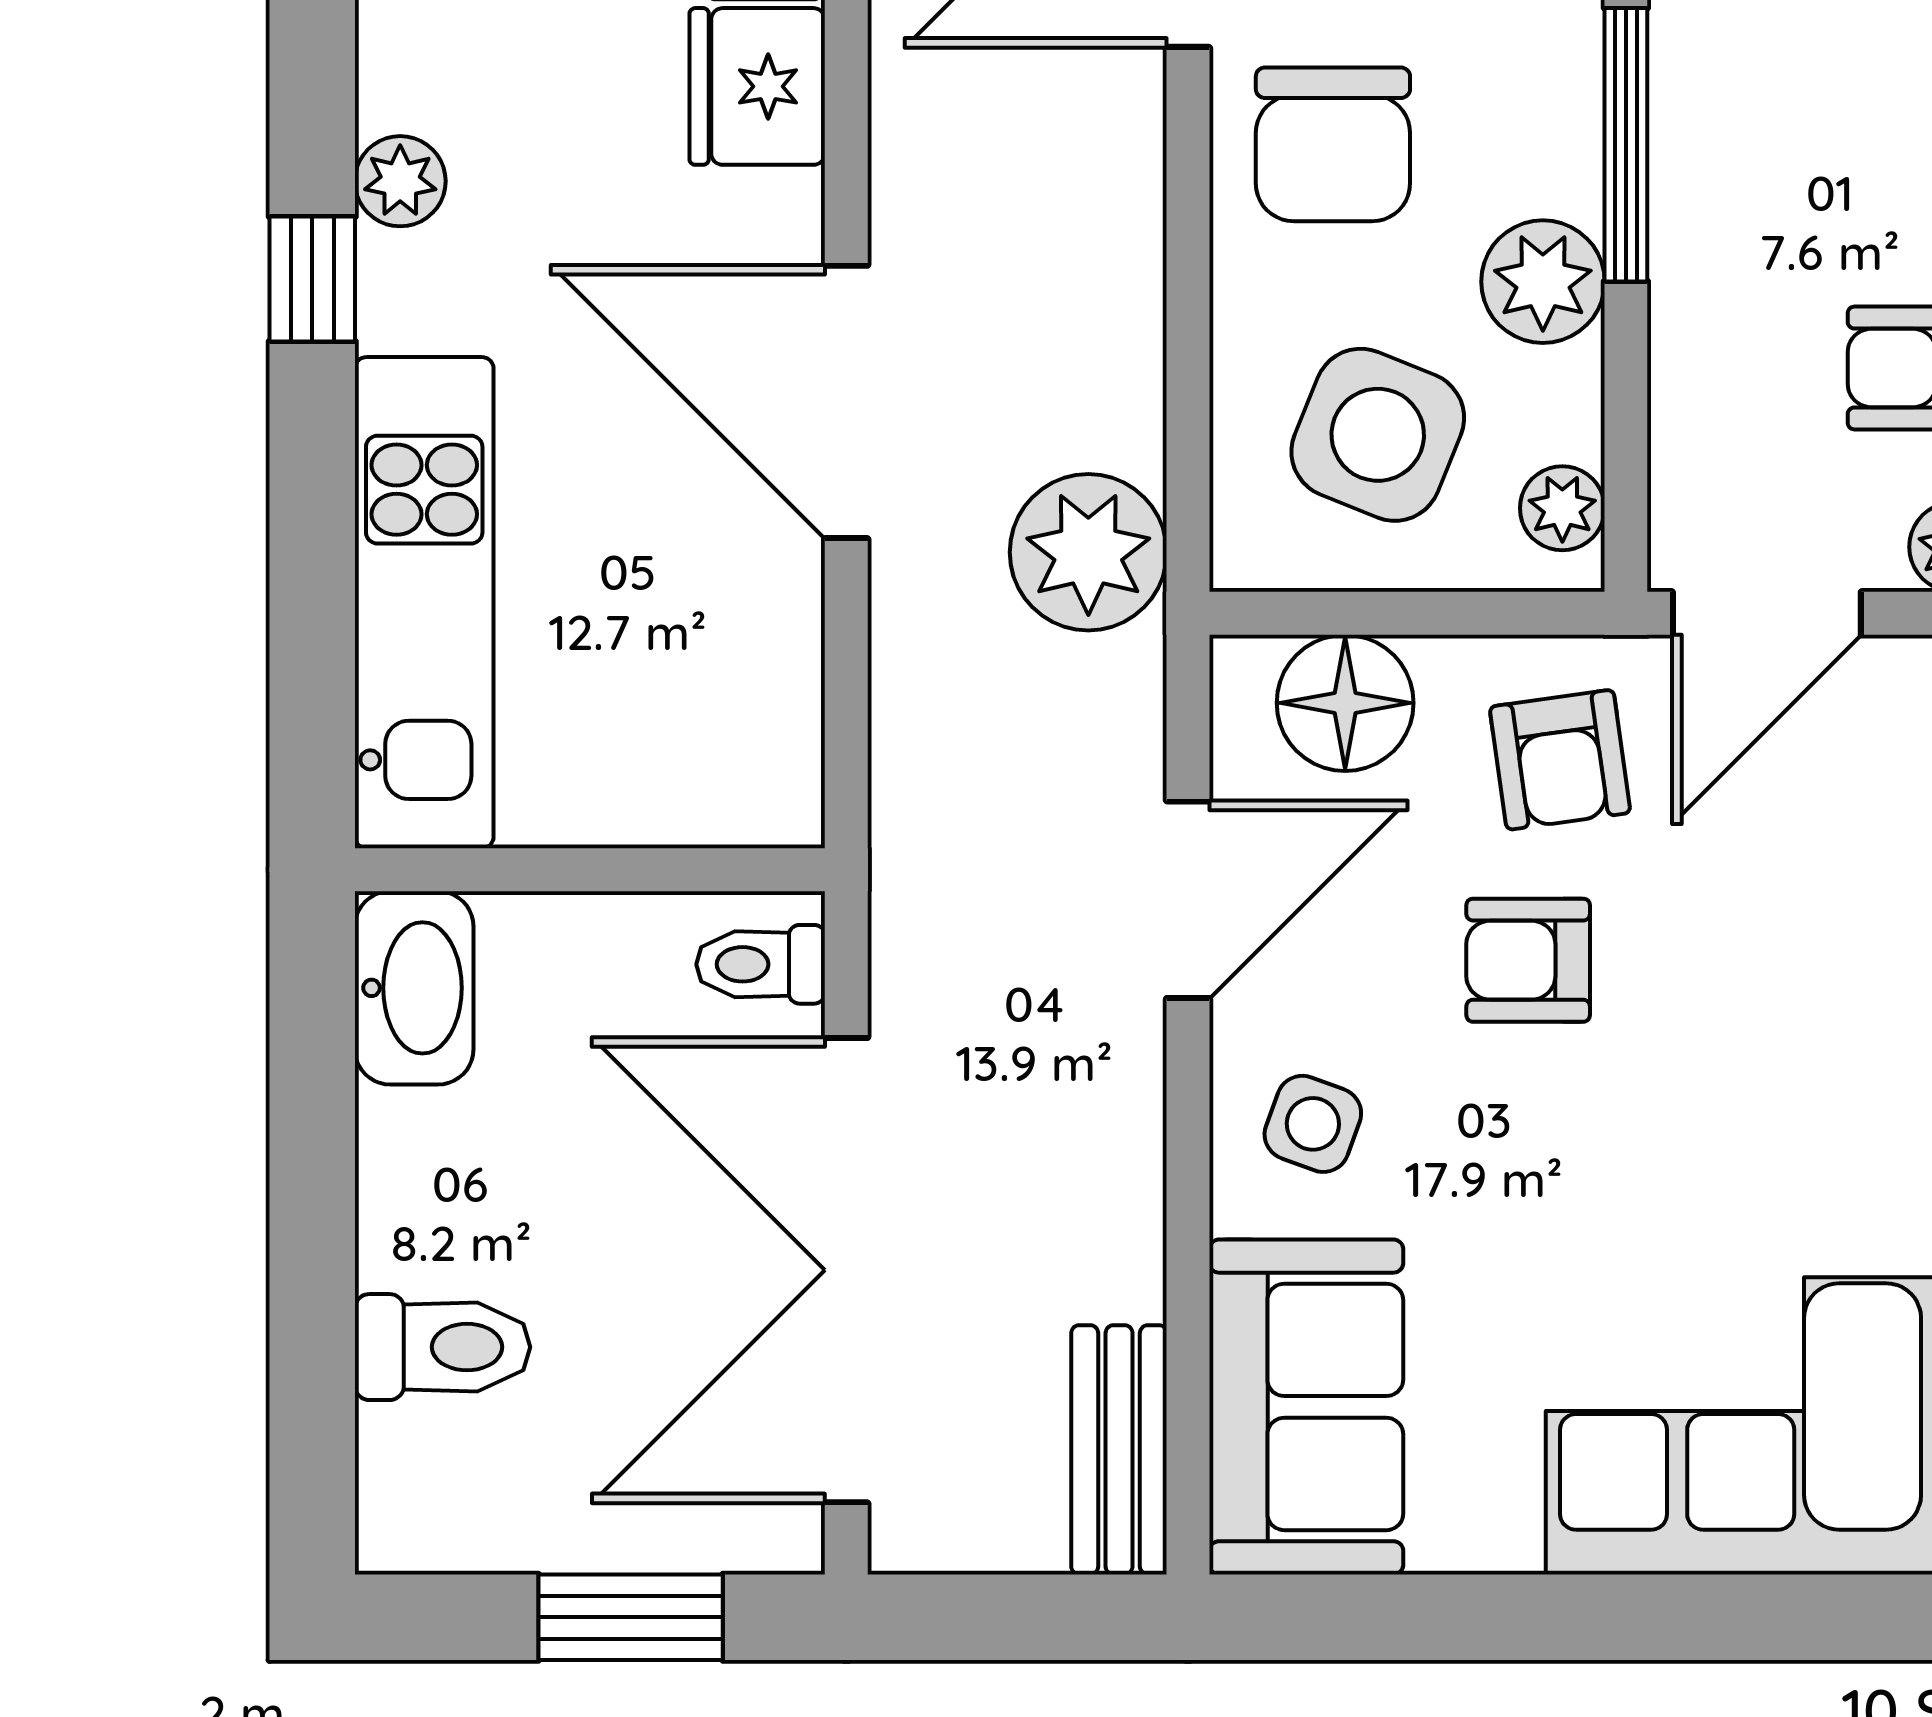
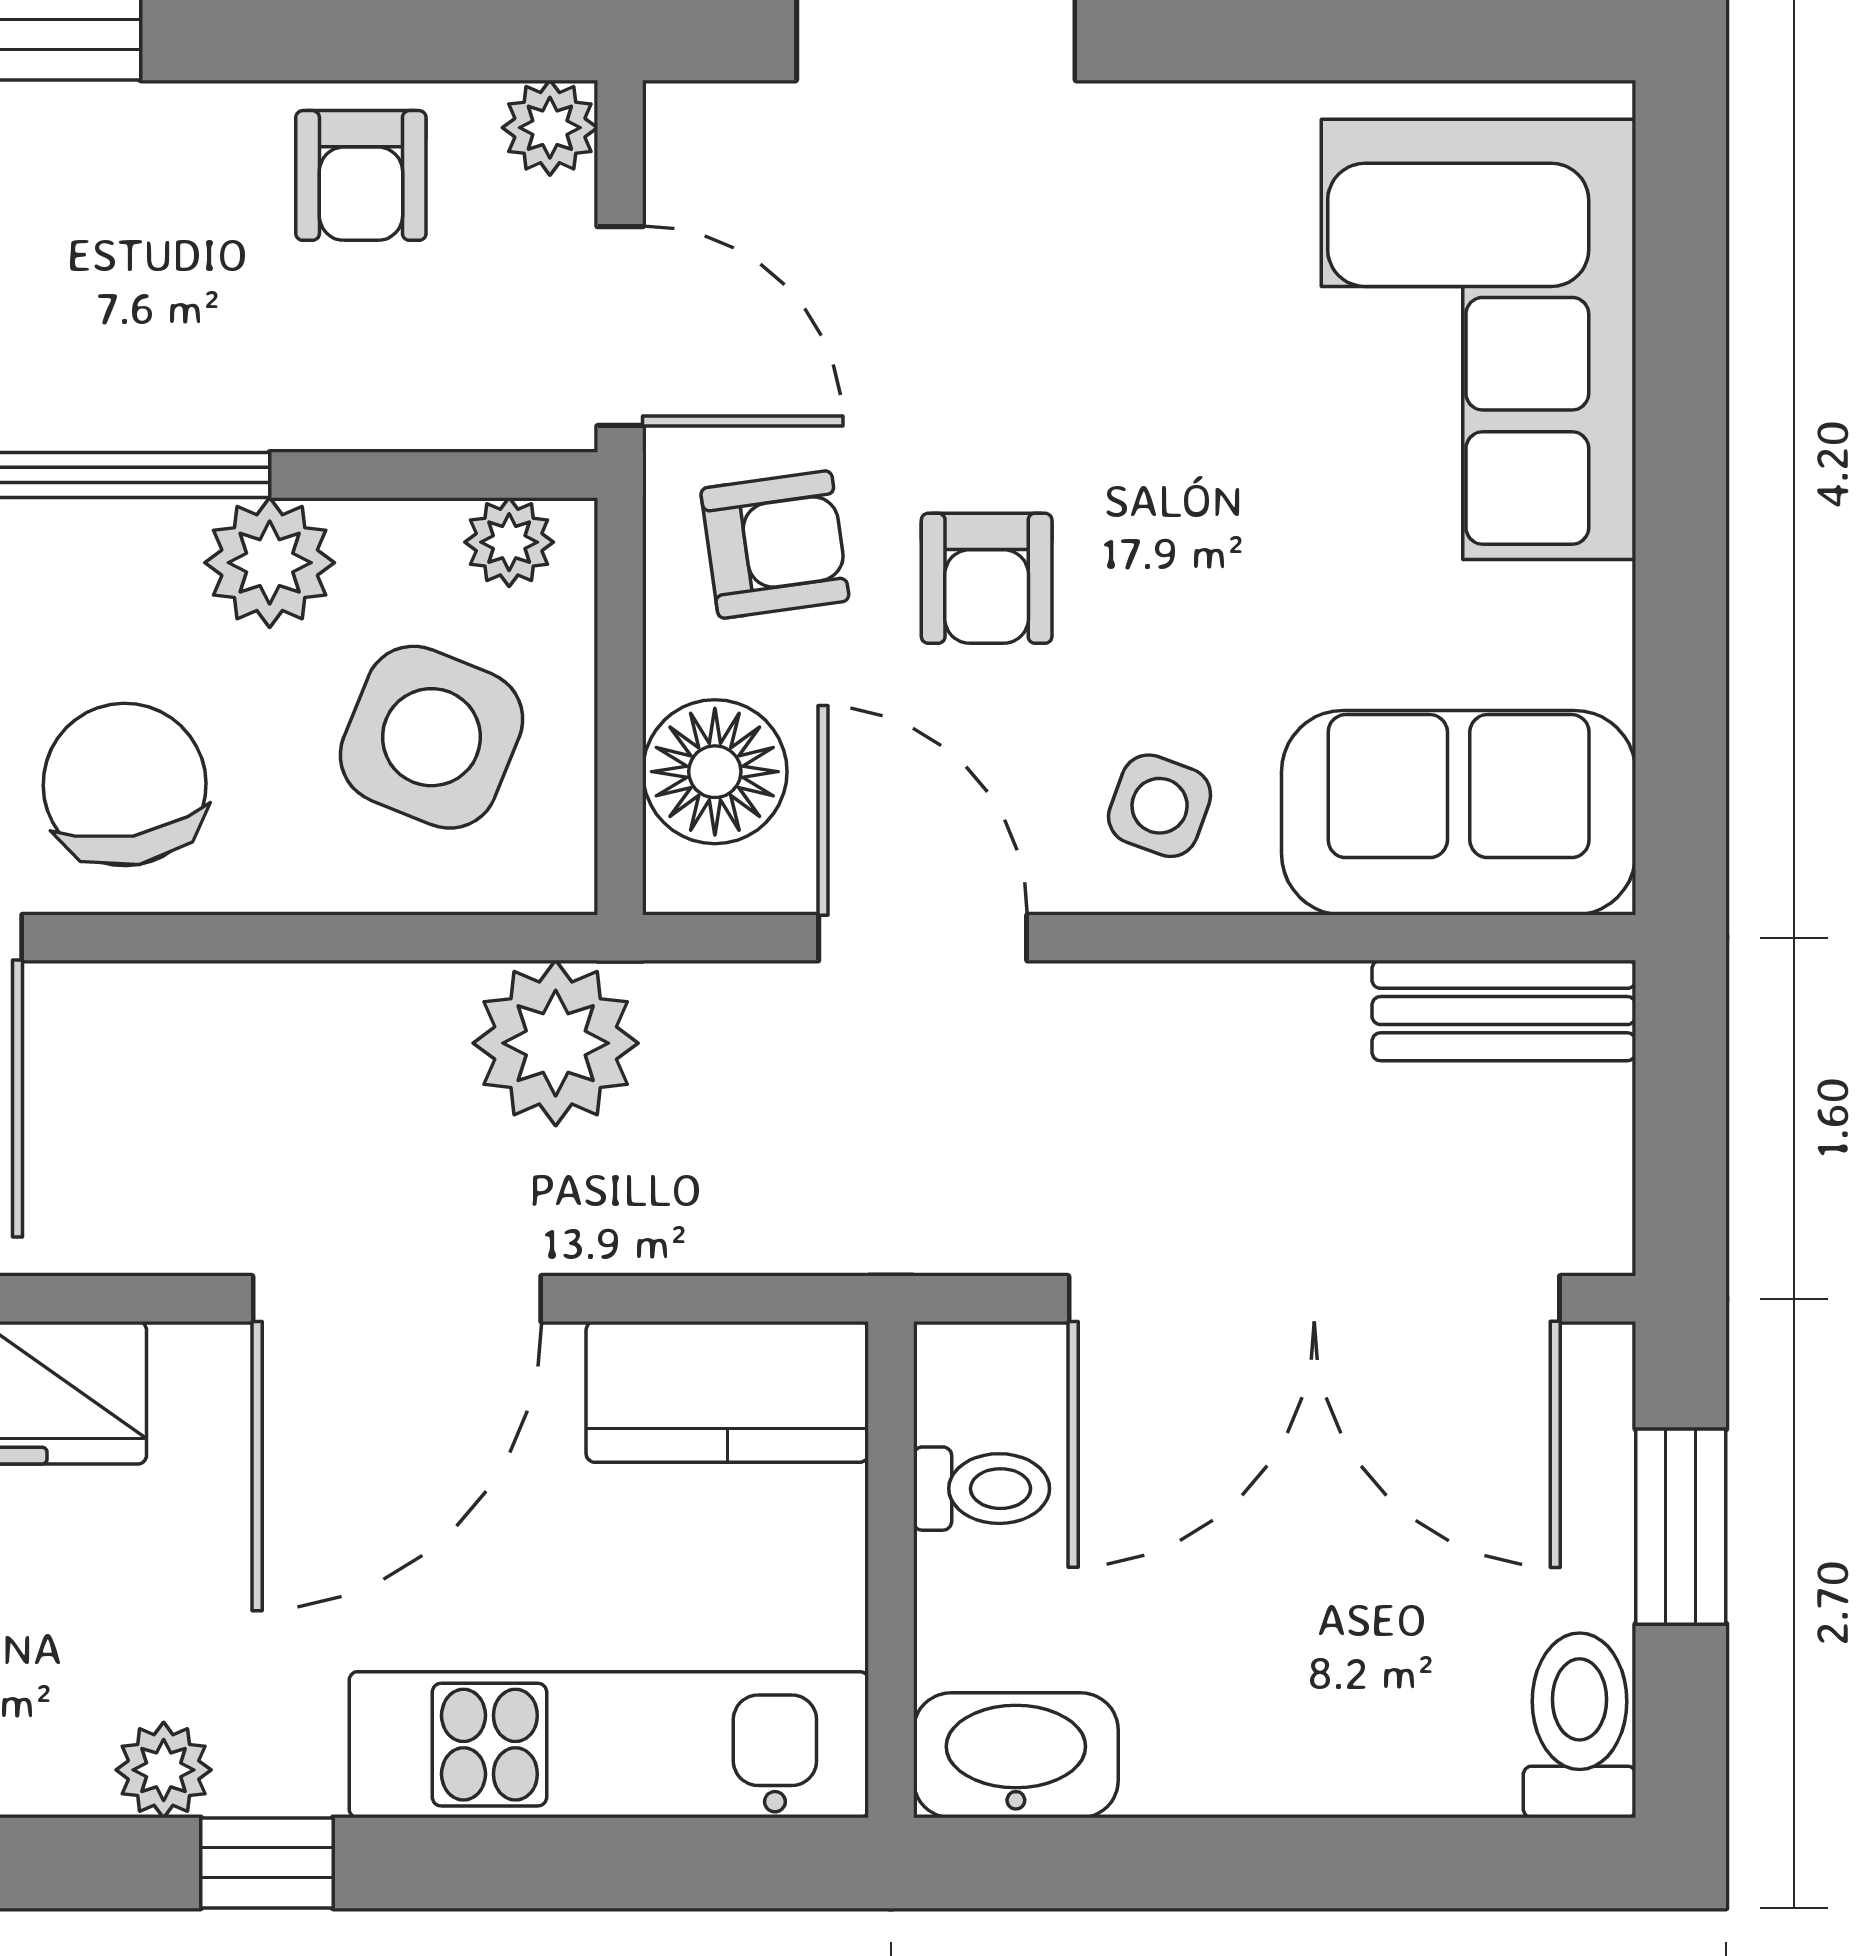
chair: (1333, 144) -> (125, 784), turned -100
kitchen counter: (758, 715) -> (727, 1392), added
toilet: (761, 964) -> (981, 1489), moved, turned -90
toilet: (442, 1347) -> (1580, 1725), moved

